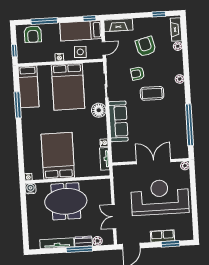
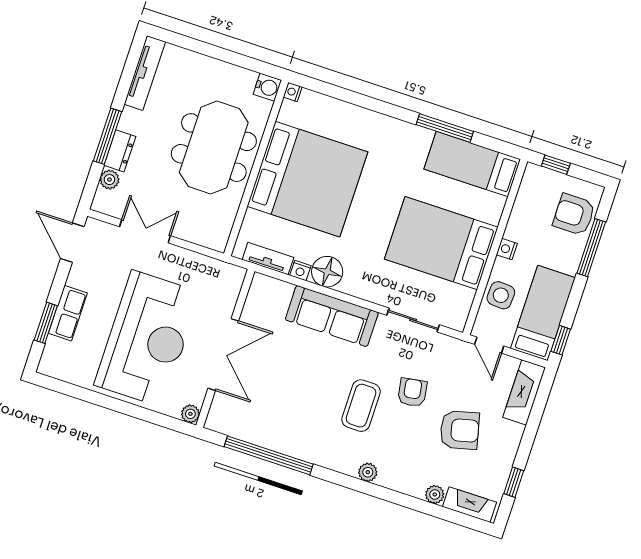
floor lamp: (99, 110) -> (327, 272), moved
bed: (58, 156) -> (307, 179), width x1.36
tv unit: (57, 243) -> (145, 73), moved

